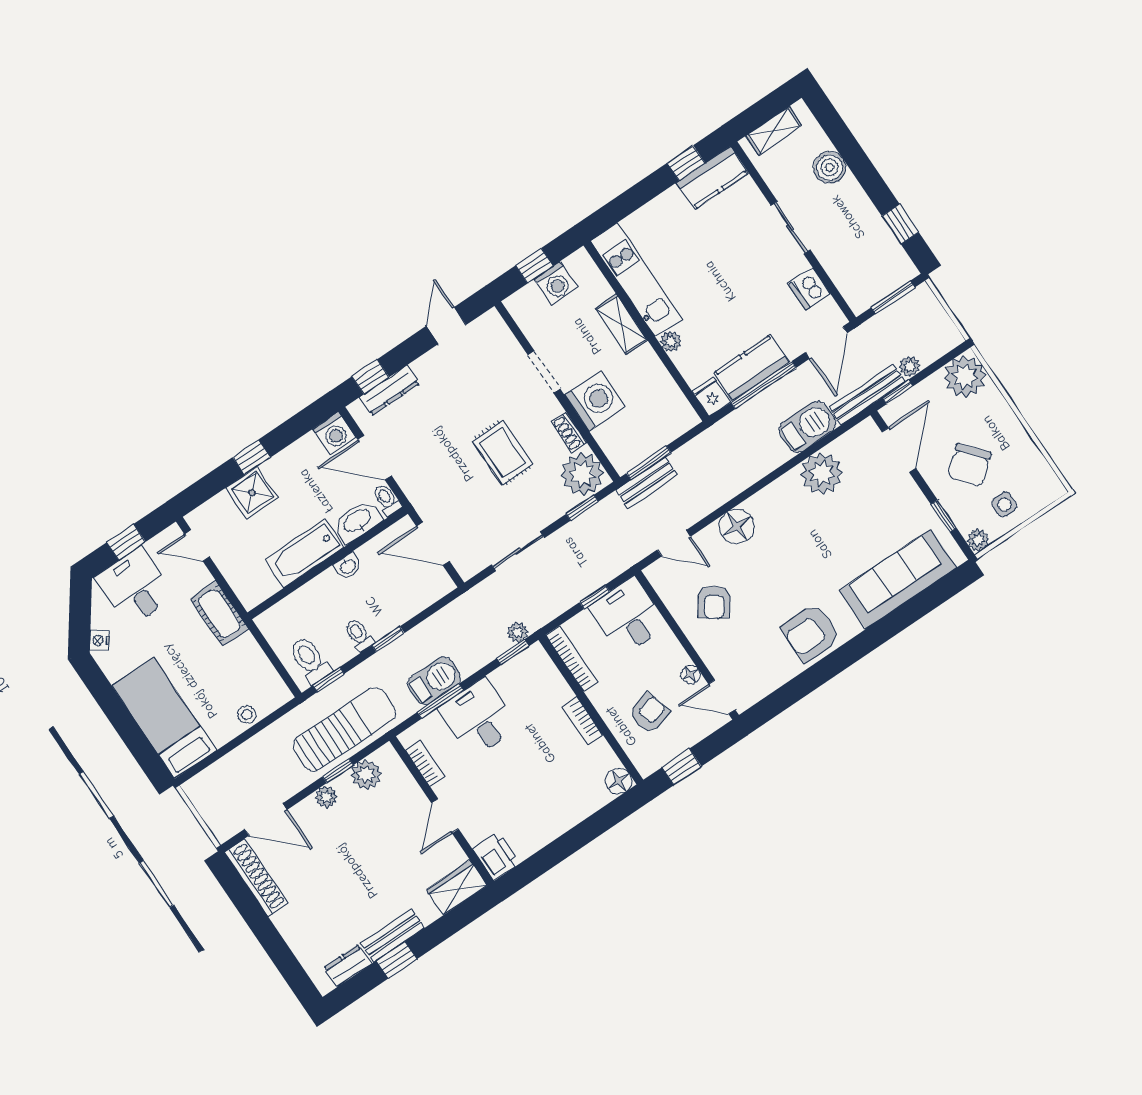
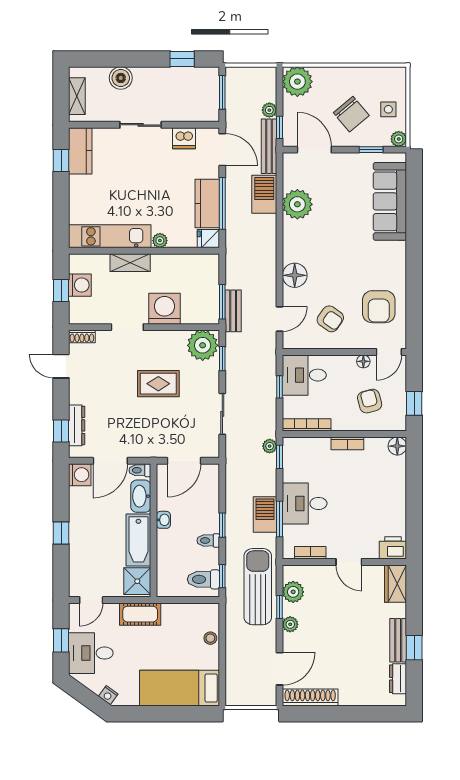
shoe rack: (569, 432) -> (82, 336), moved
shower: (252, 493) -> (137, 581), moved
armchair: (811, 633) -> (379, 307), moved

